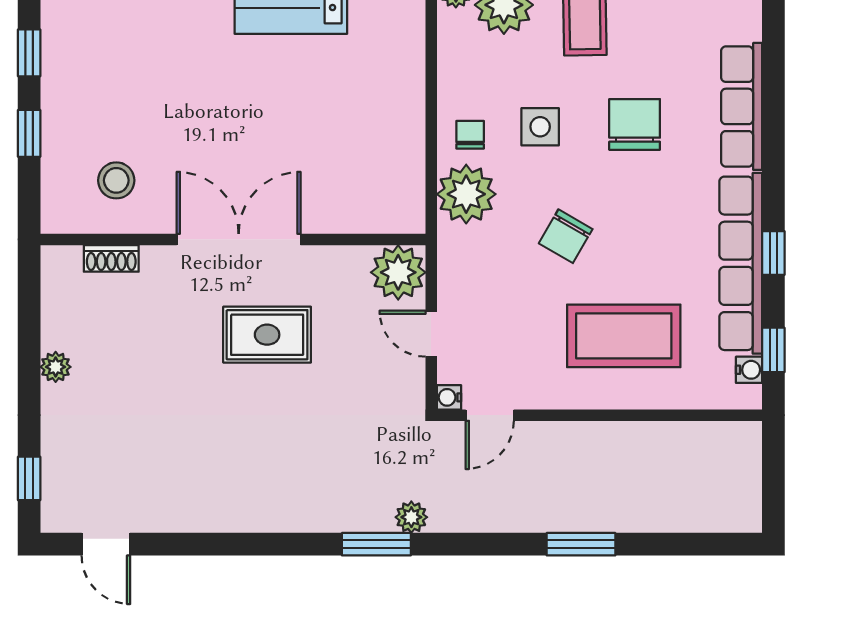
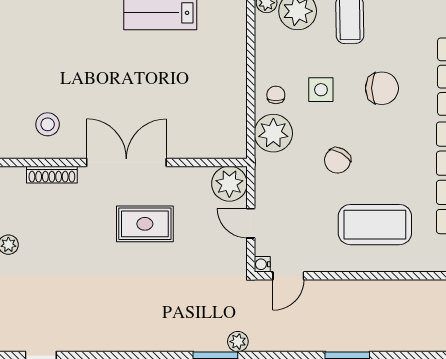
chair: (635, 124) -> (382, 88), turned 90
shoe rack: (111, 258) -> (52, 175), width x1.43

